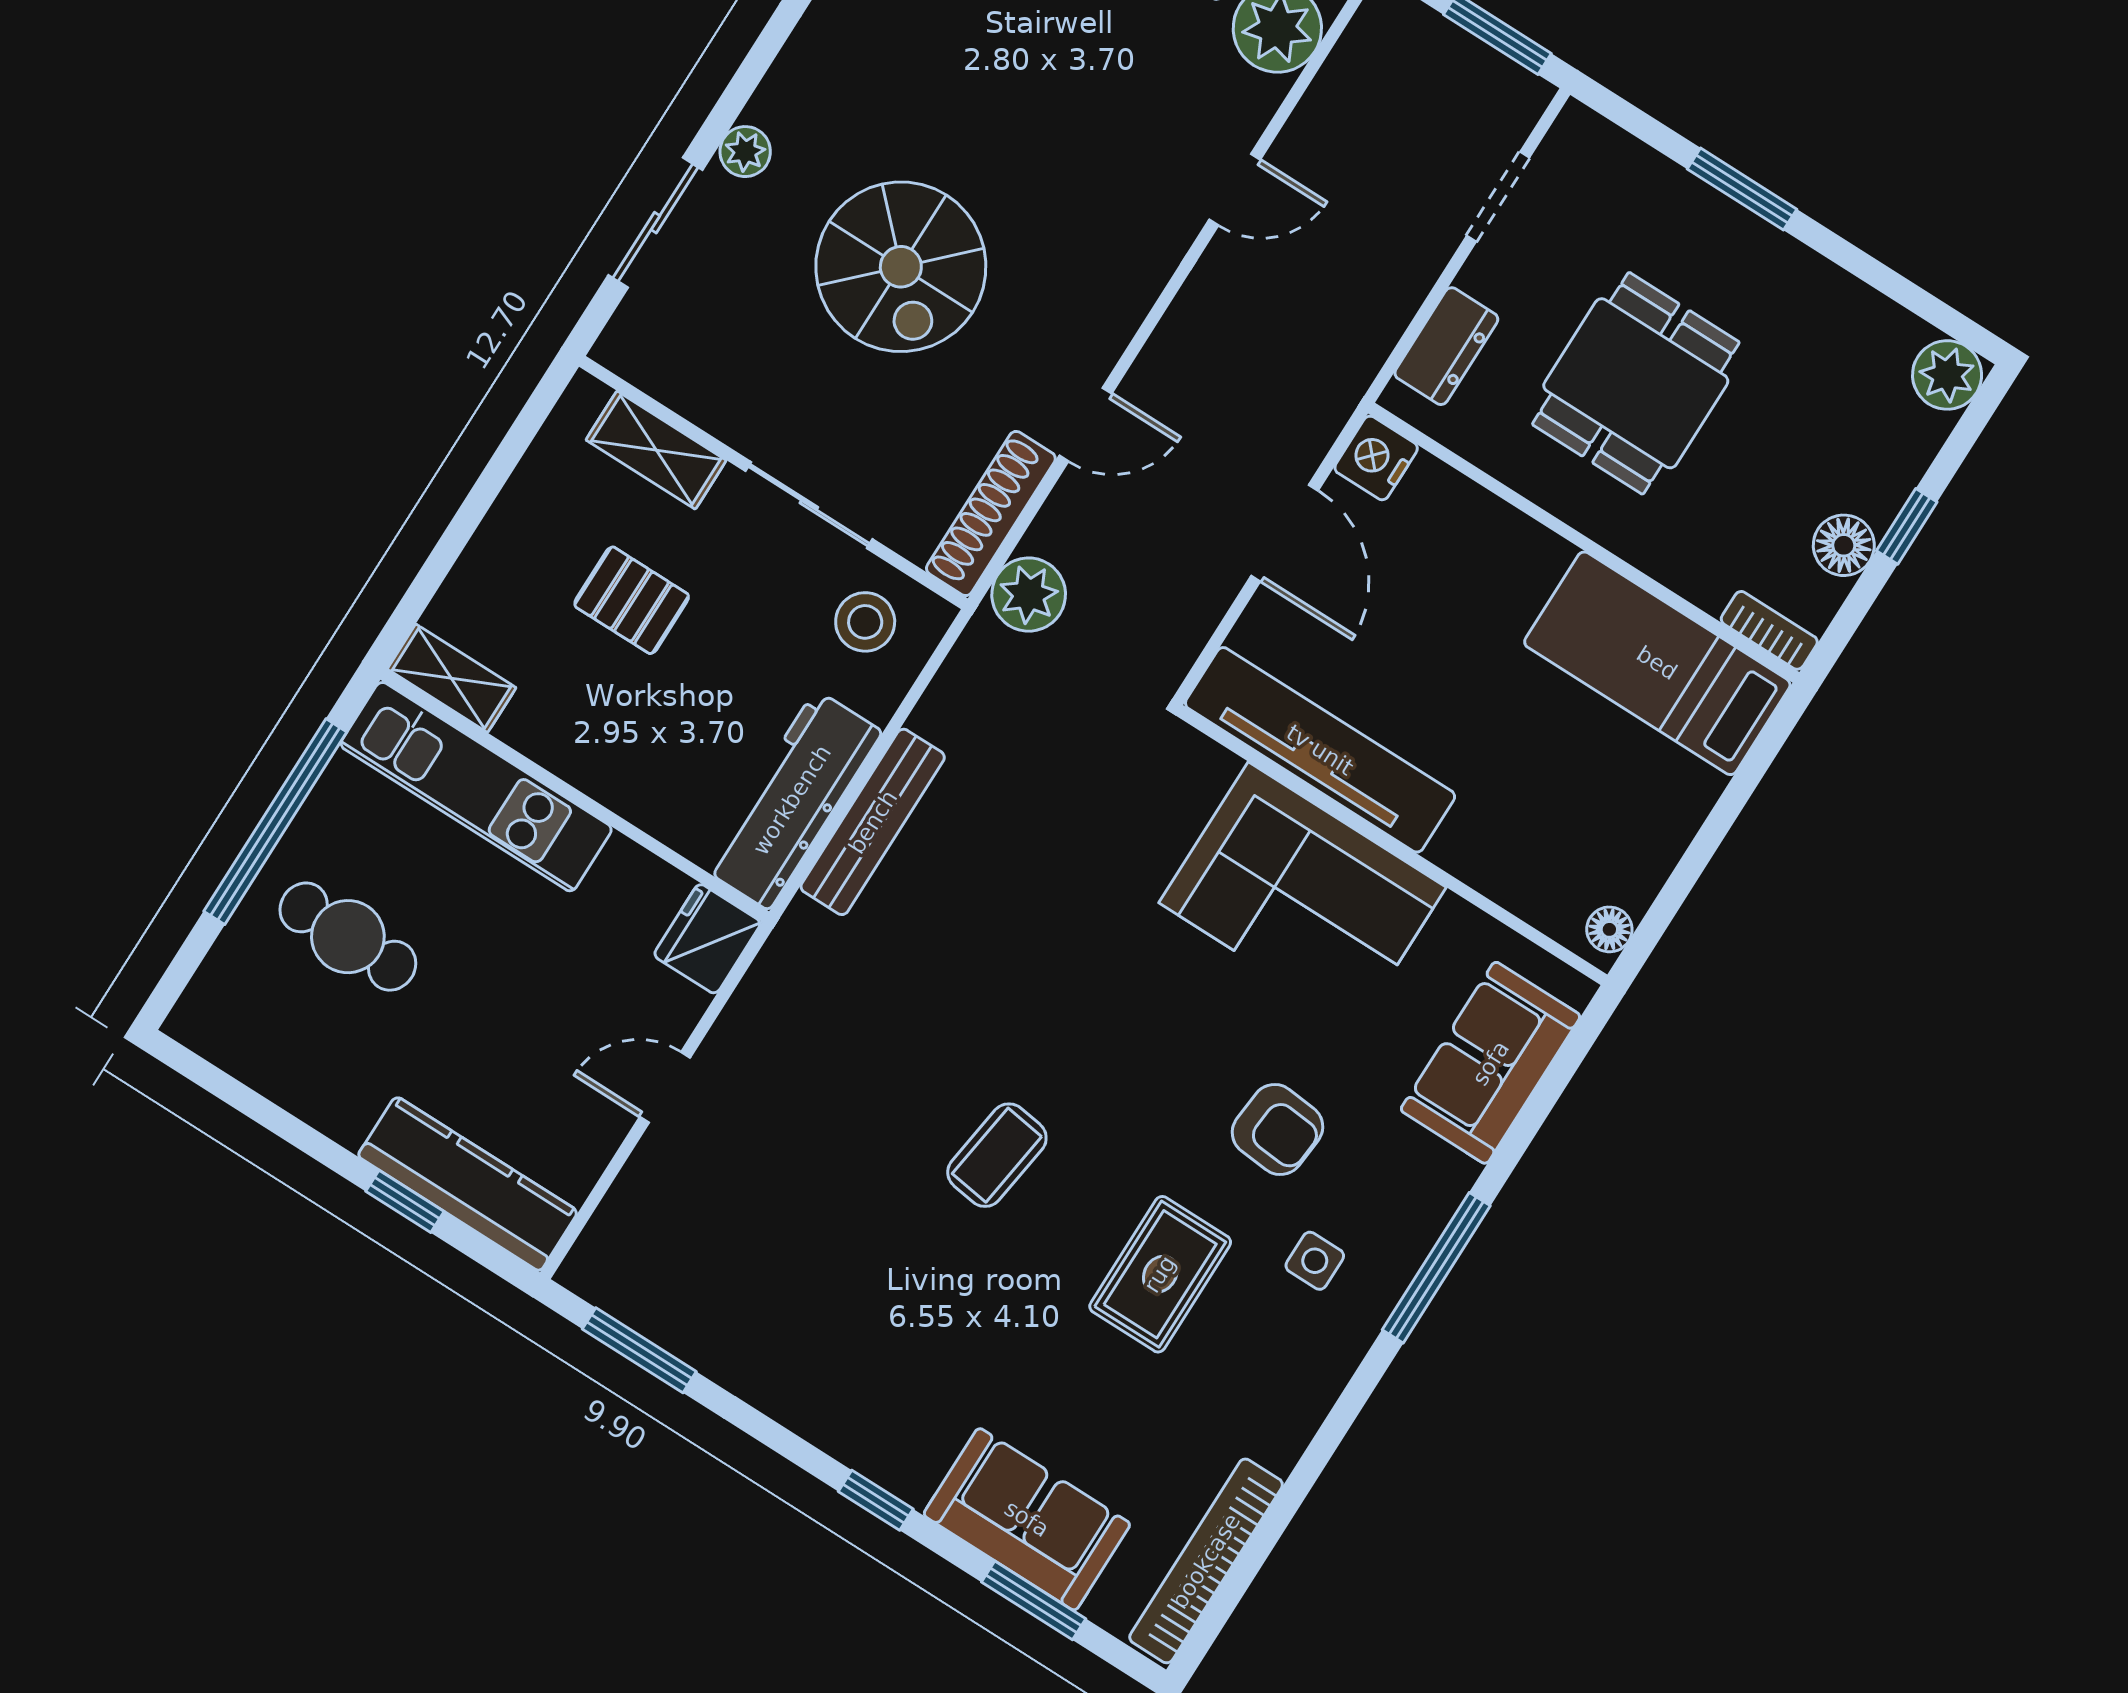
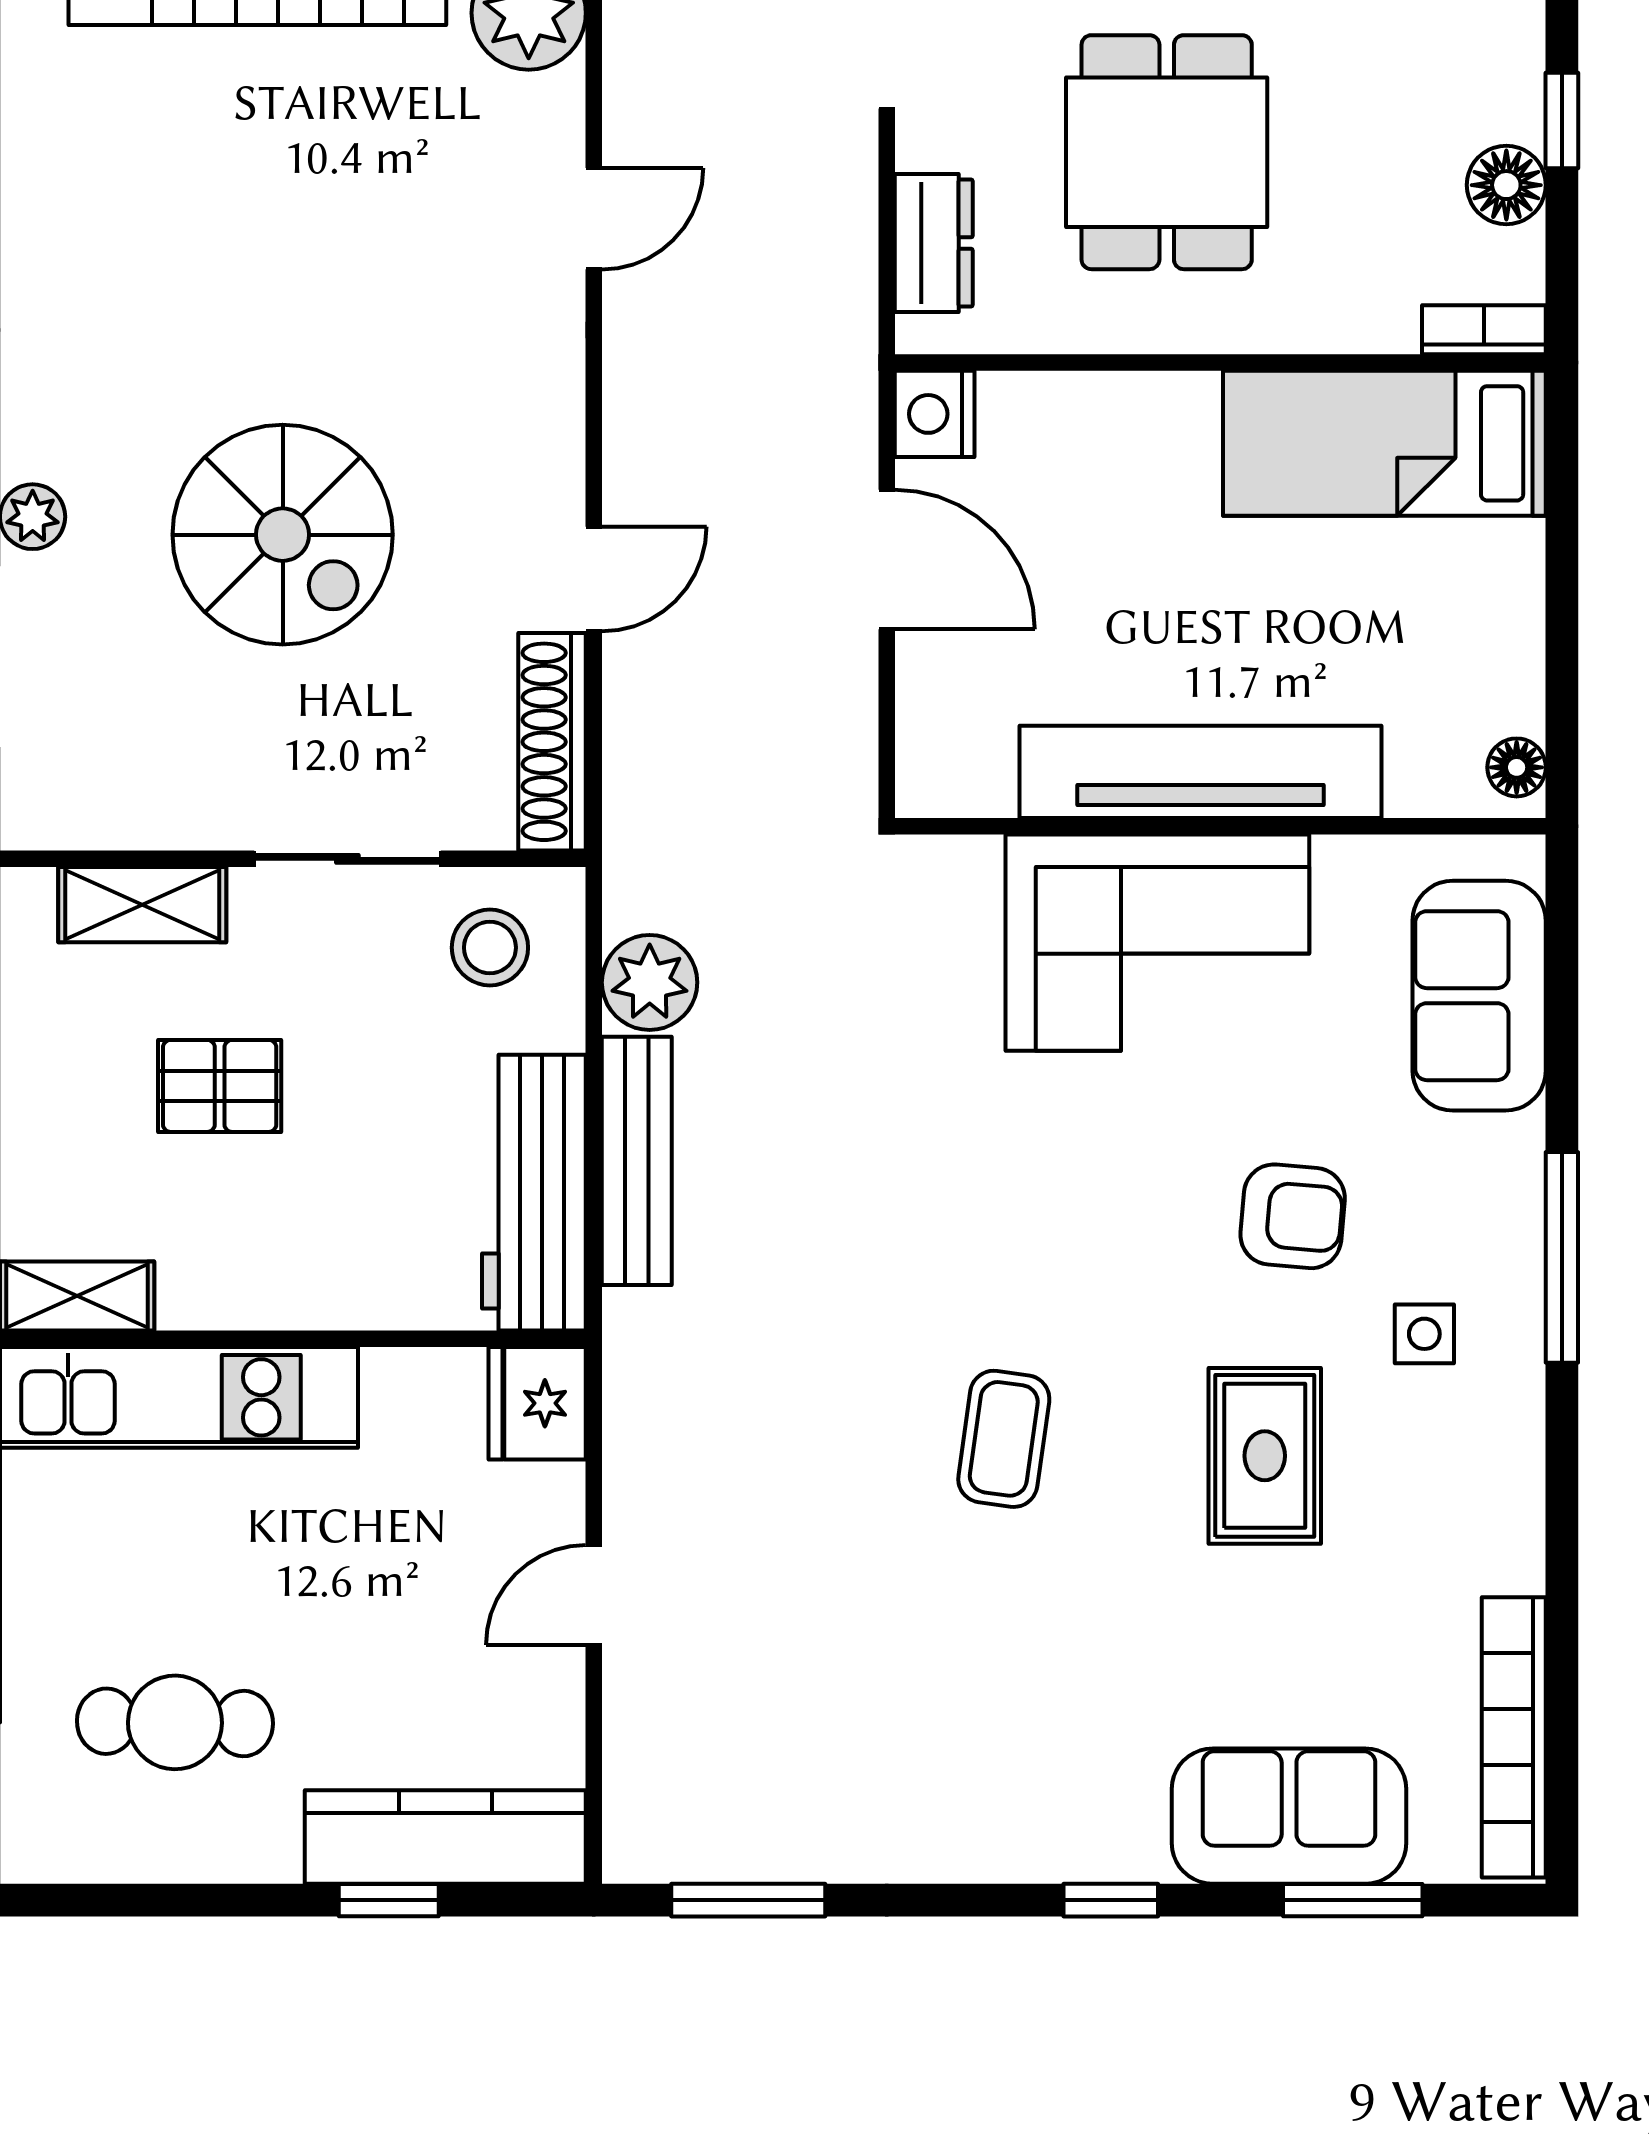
plant: (1029, 595) -> (650, 982), moved
tv unit: (1320, 750) -> (1201, 772), moved
cafe table: (348, 937) -> (175, 1722), moved

